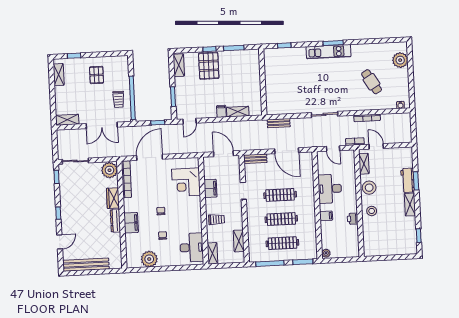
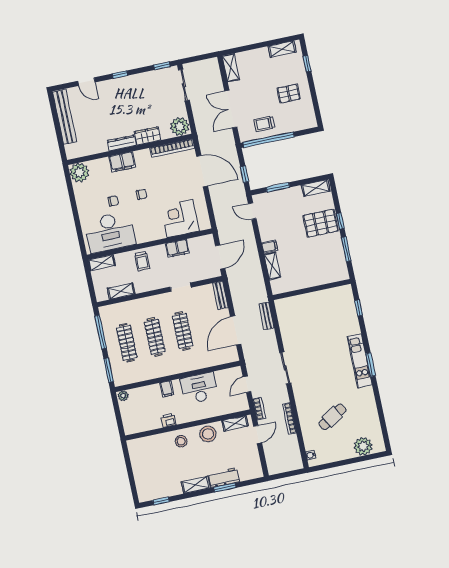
desk: (192, 248) -> (110, 232), width x1.36, depth x1.30
plant: (149, 259) -> (79, 173), moved

